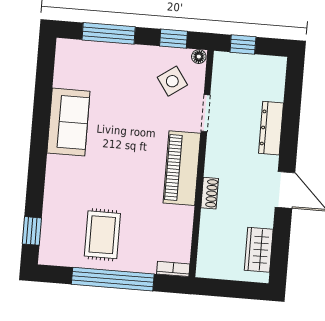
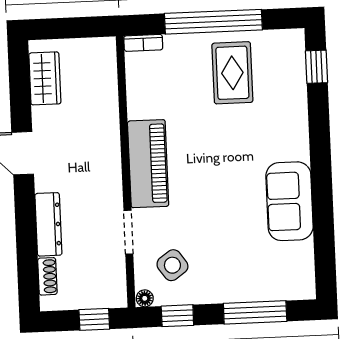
shoe rack: (210, 193) -> (47, 276), moved, turned 180

